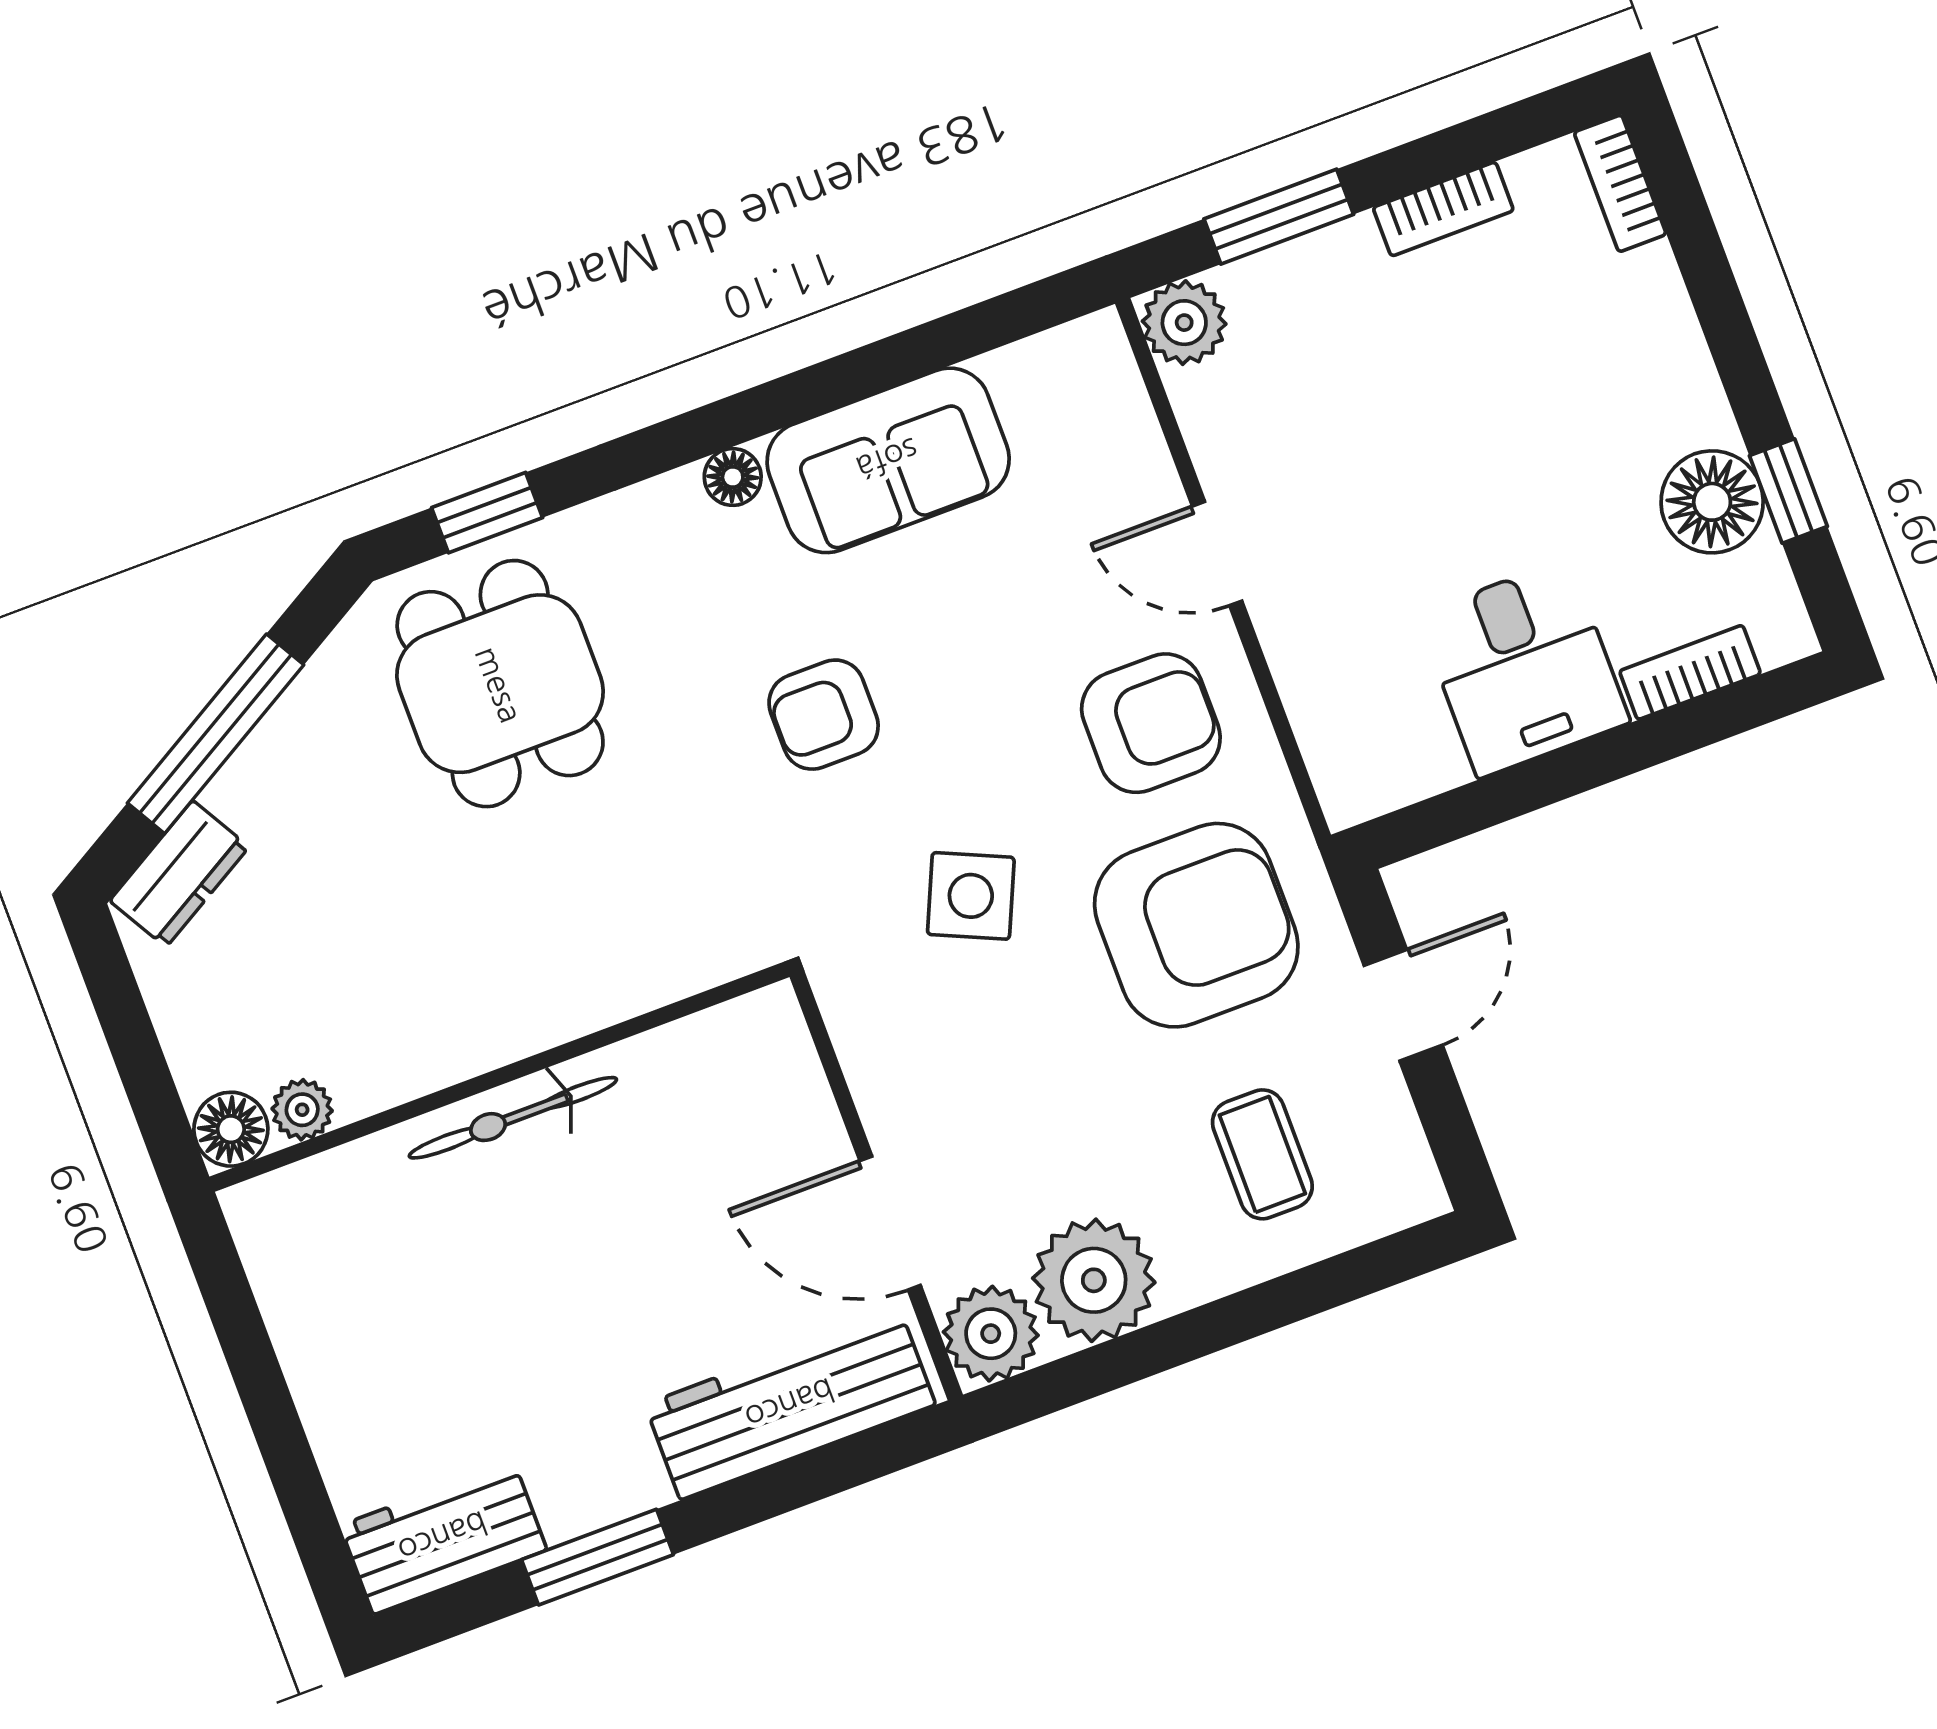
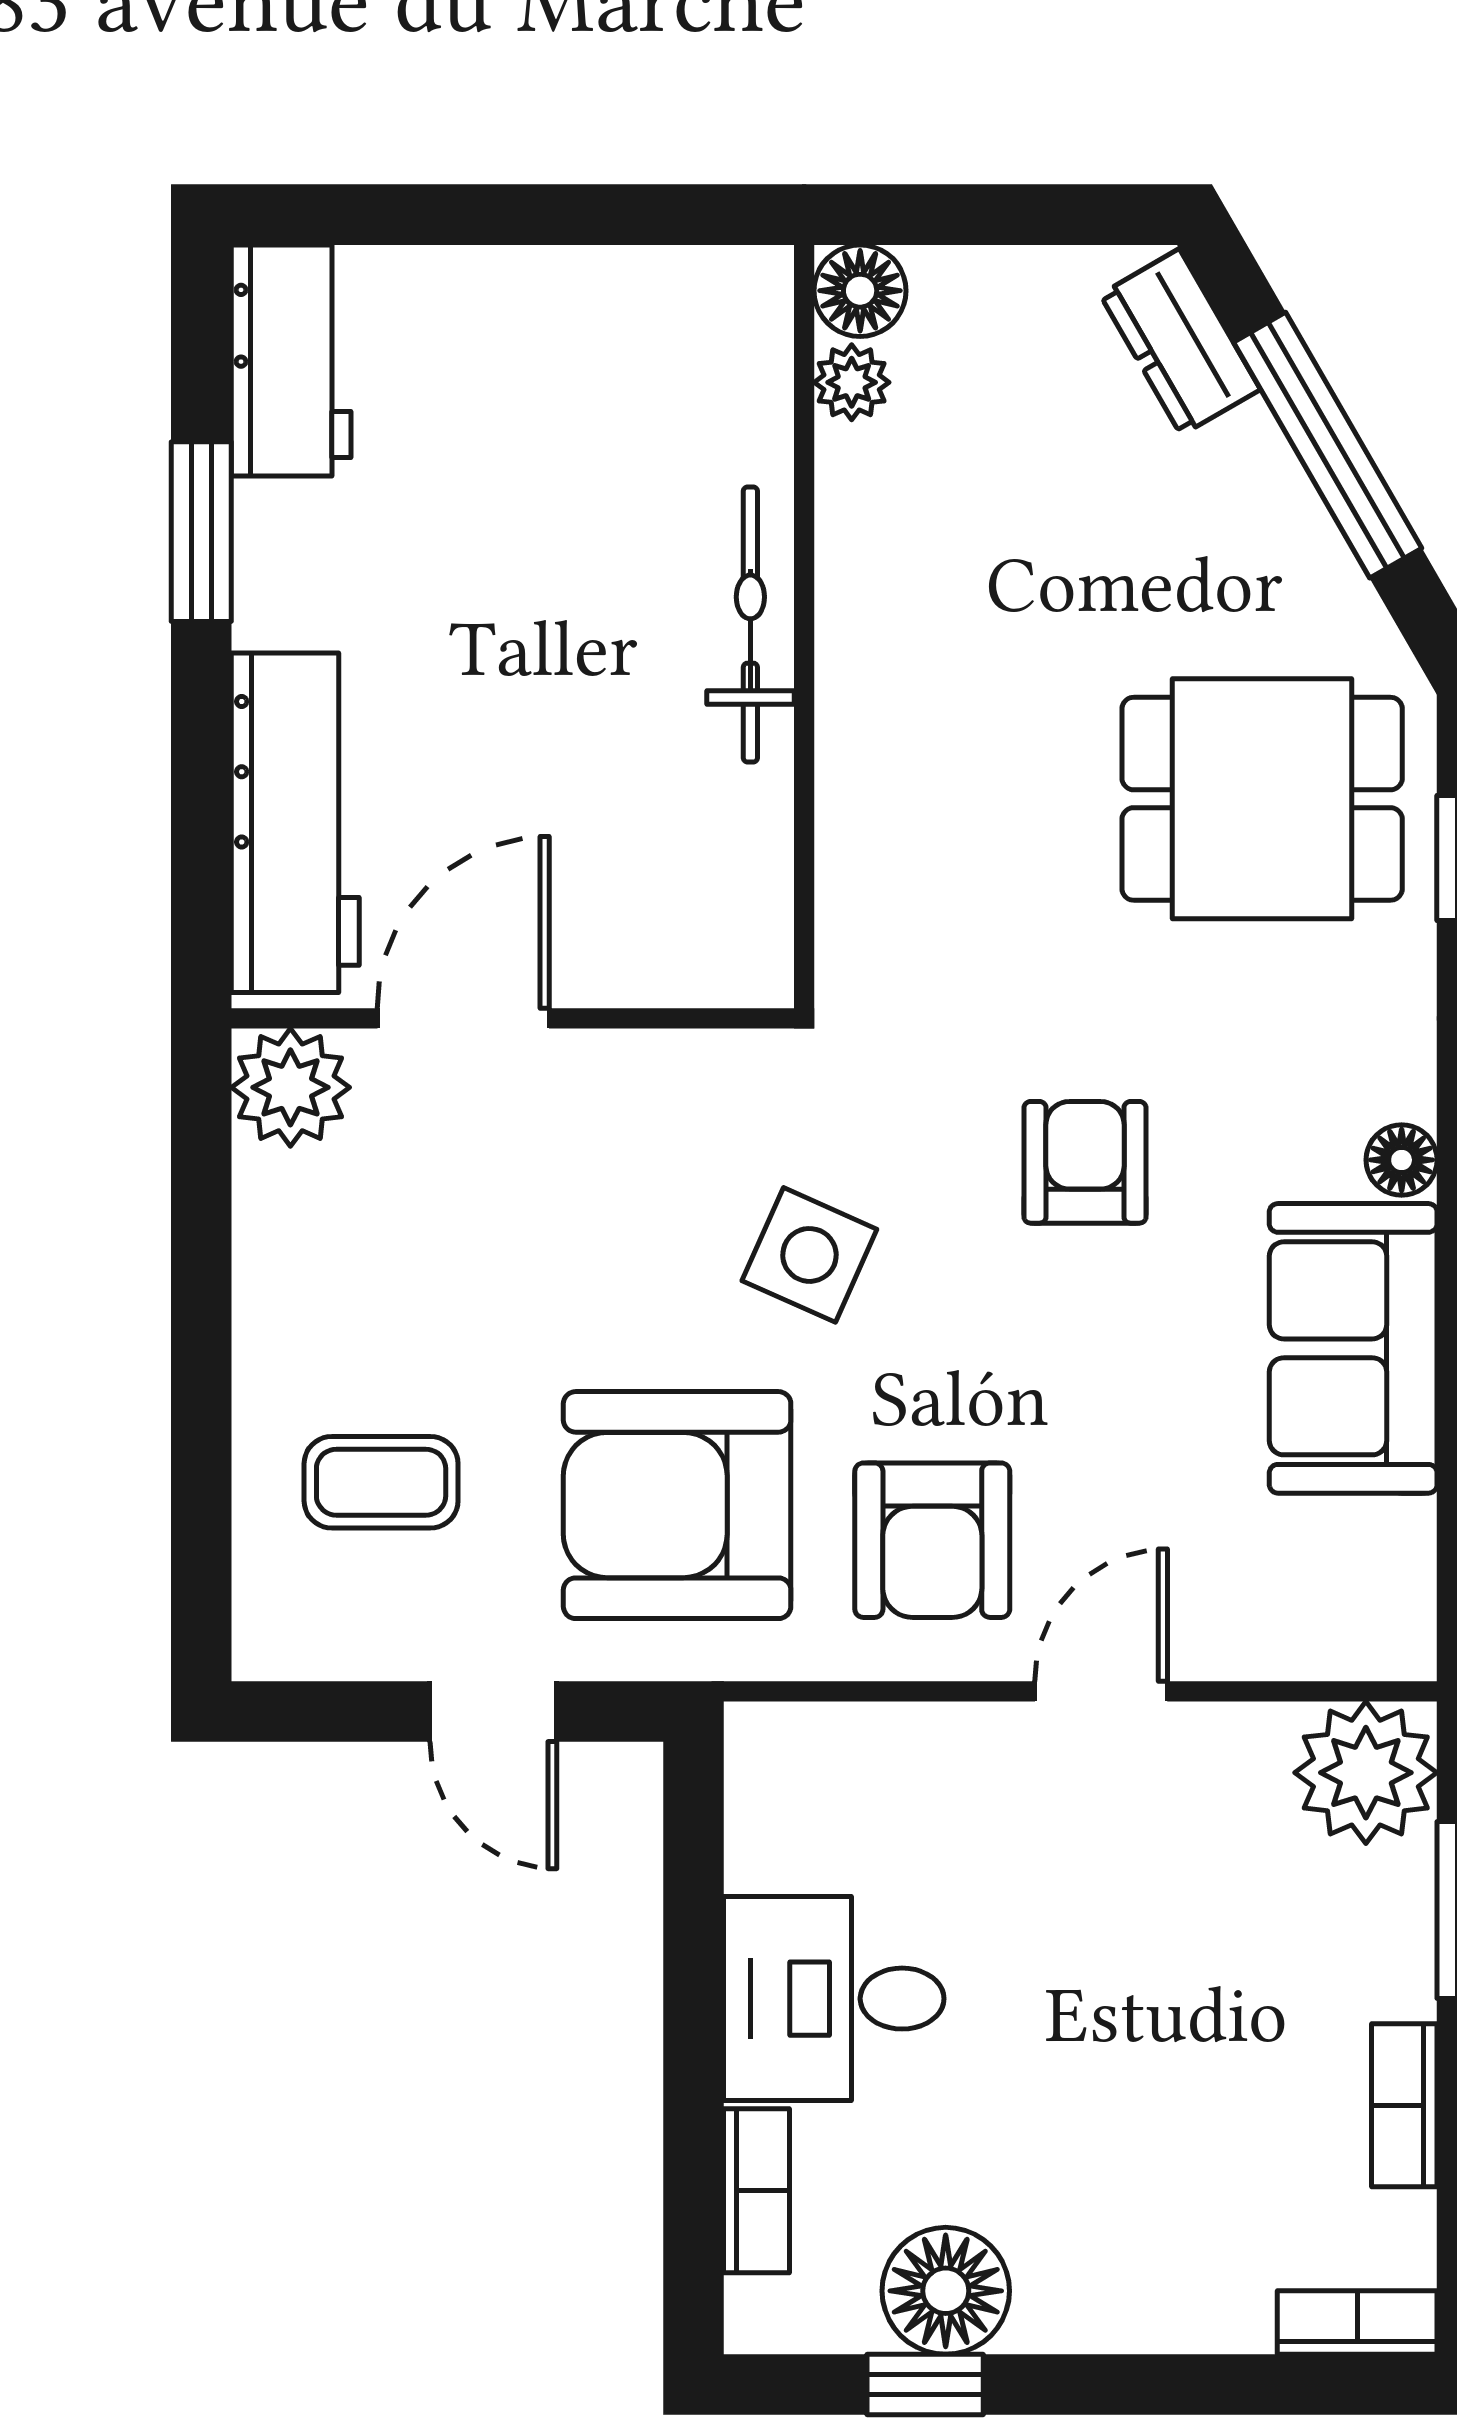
plant: (1184, 323) -> (1366, 1773), width x1.36, depth x1.36
armchair: (1196, 925) -> (677, 1505), turned 90
plant: (1094, 1280) -> (308, 1231), removed

